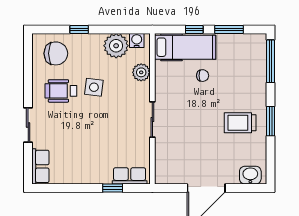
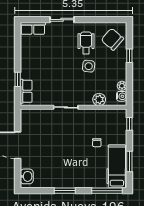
window: (194, 30) -> (129, 124), moved
plant: (116, 46) -> (122, 86), width x0.53, depth x0.53
hospital bed: (185, 47) -> (117, 166), moved, turned 180
chair: (56, 53) -> (112, 39), turned 131
trolley: (240, 123) -> (64, 169), removed

